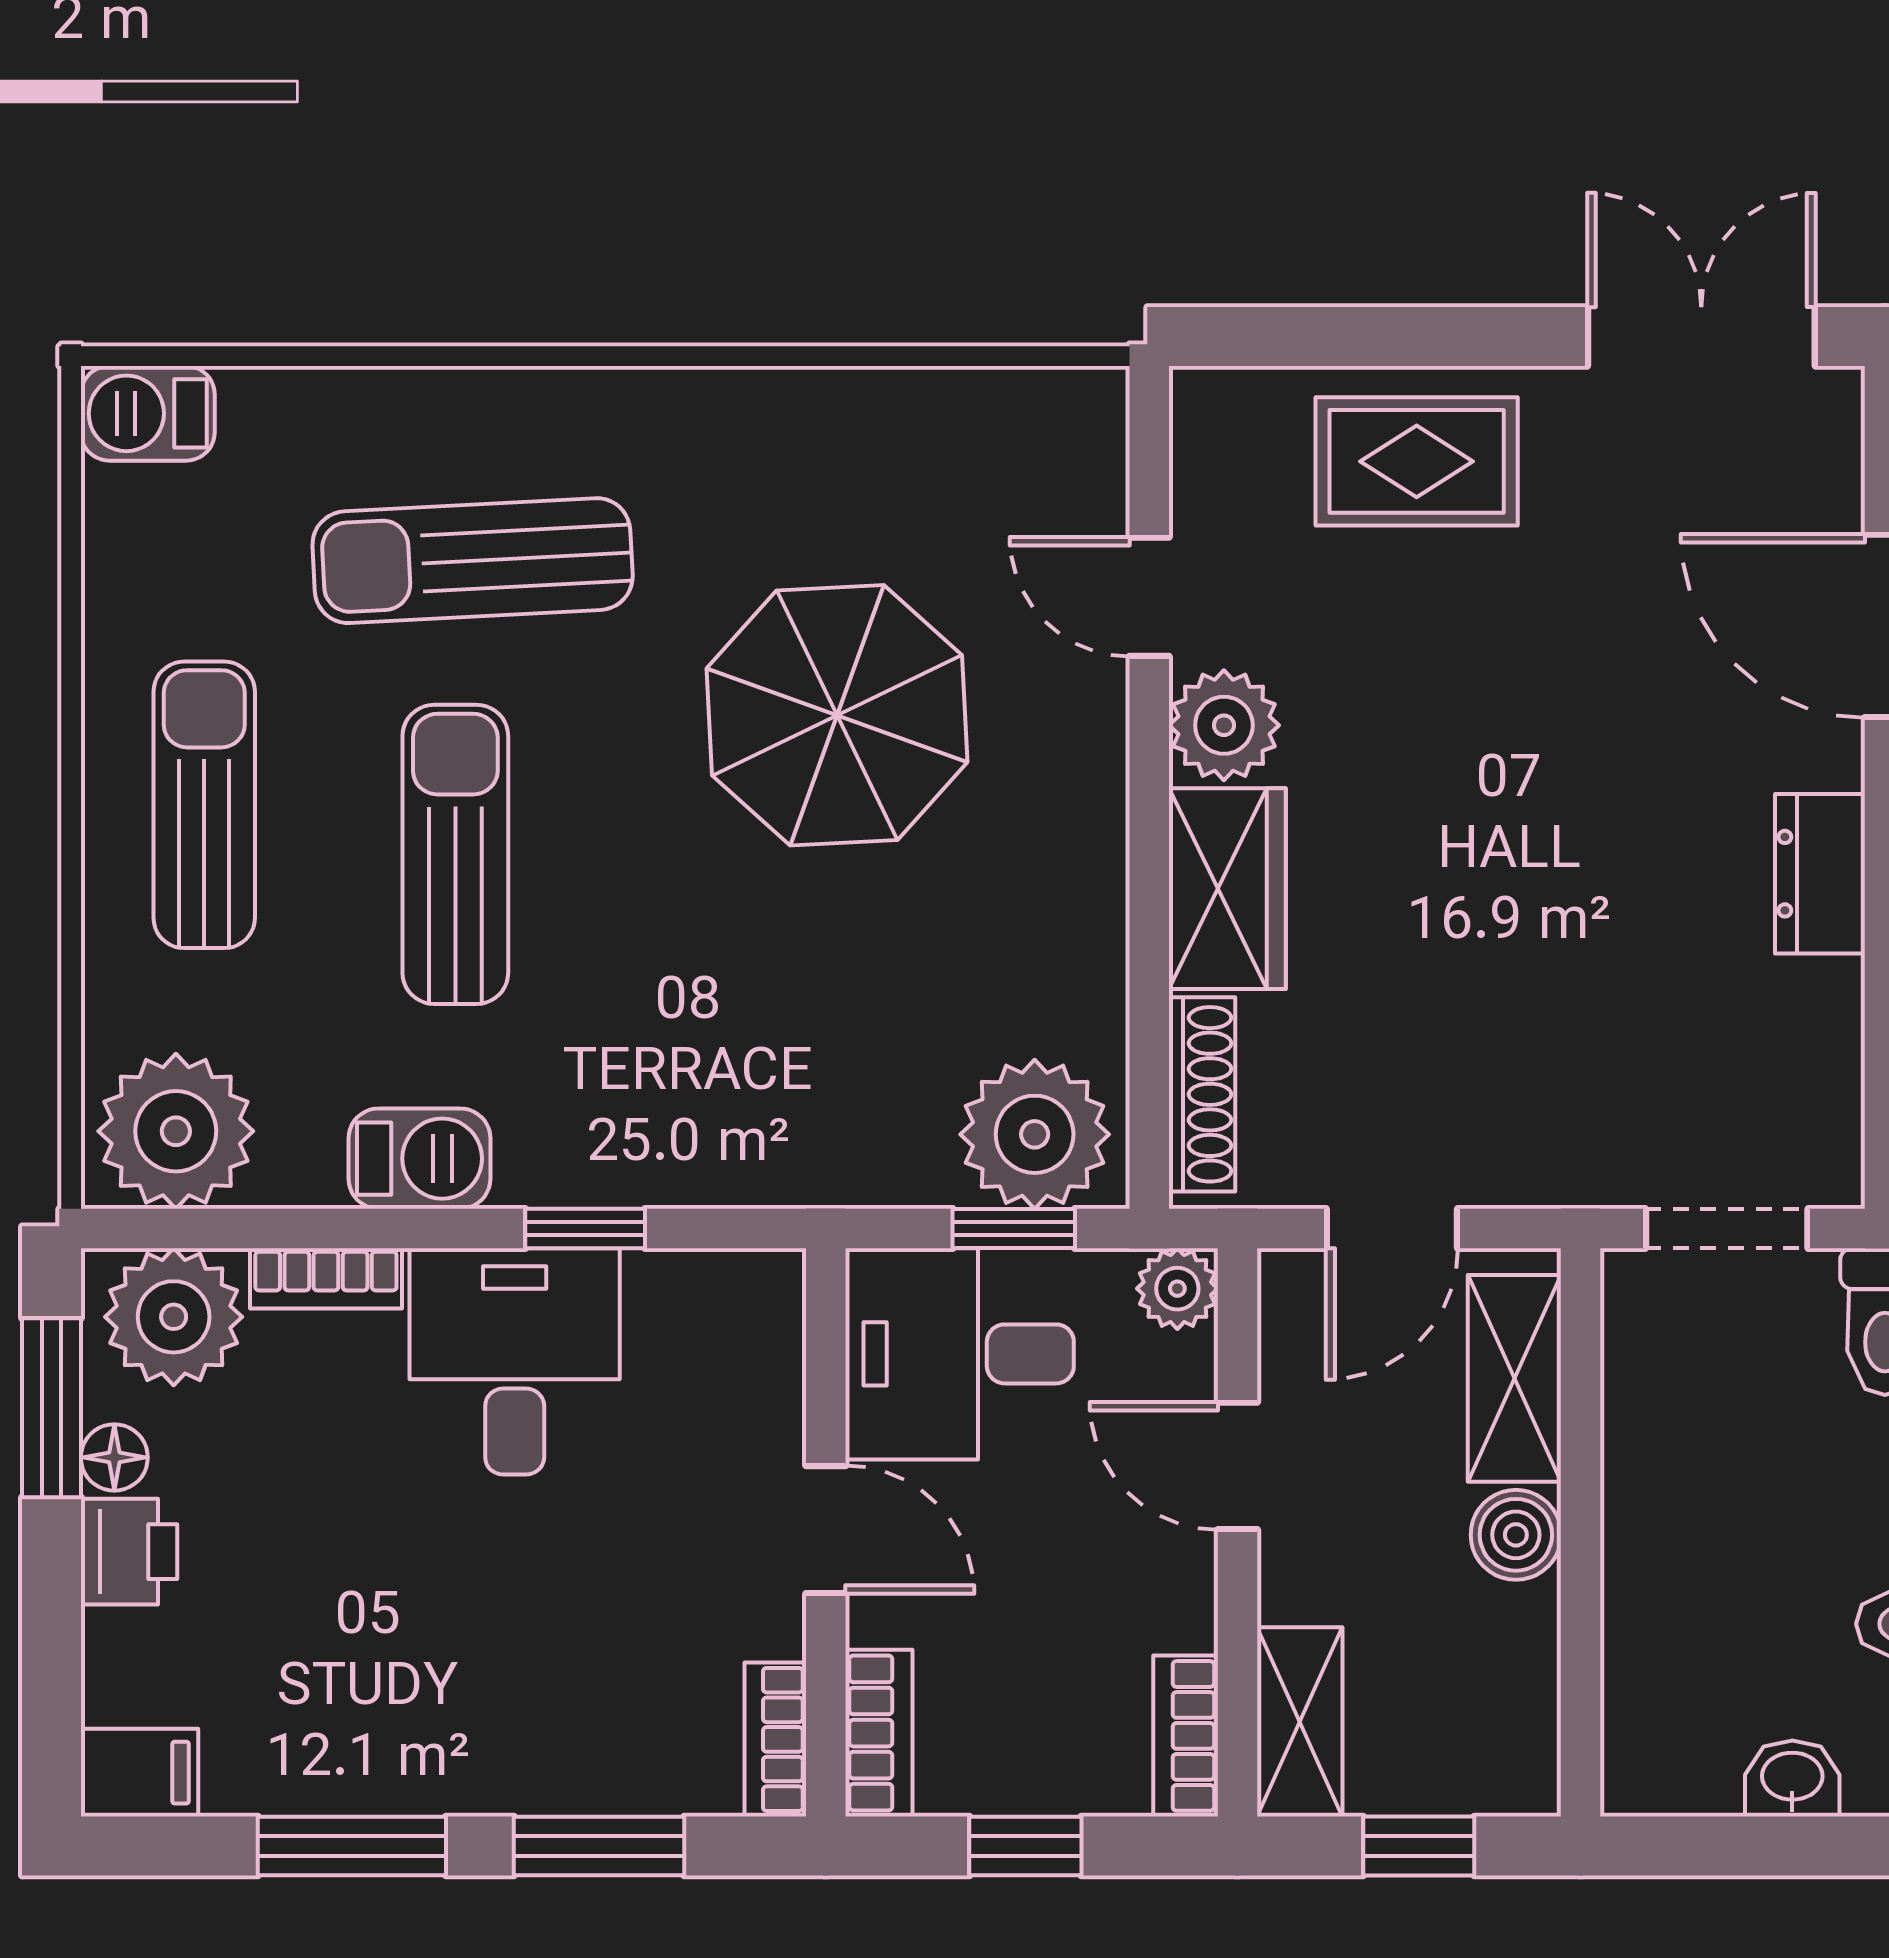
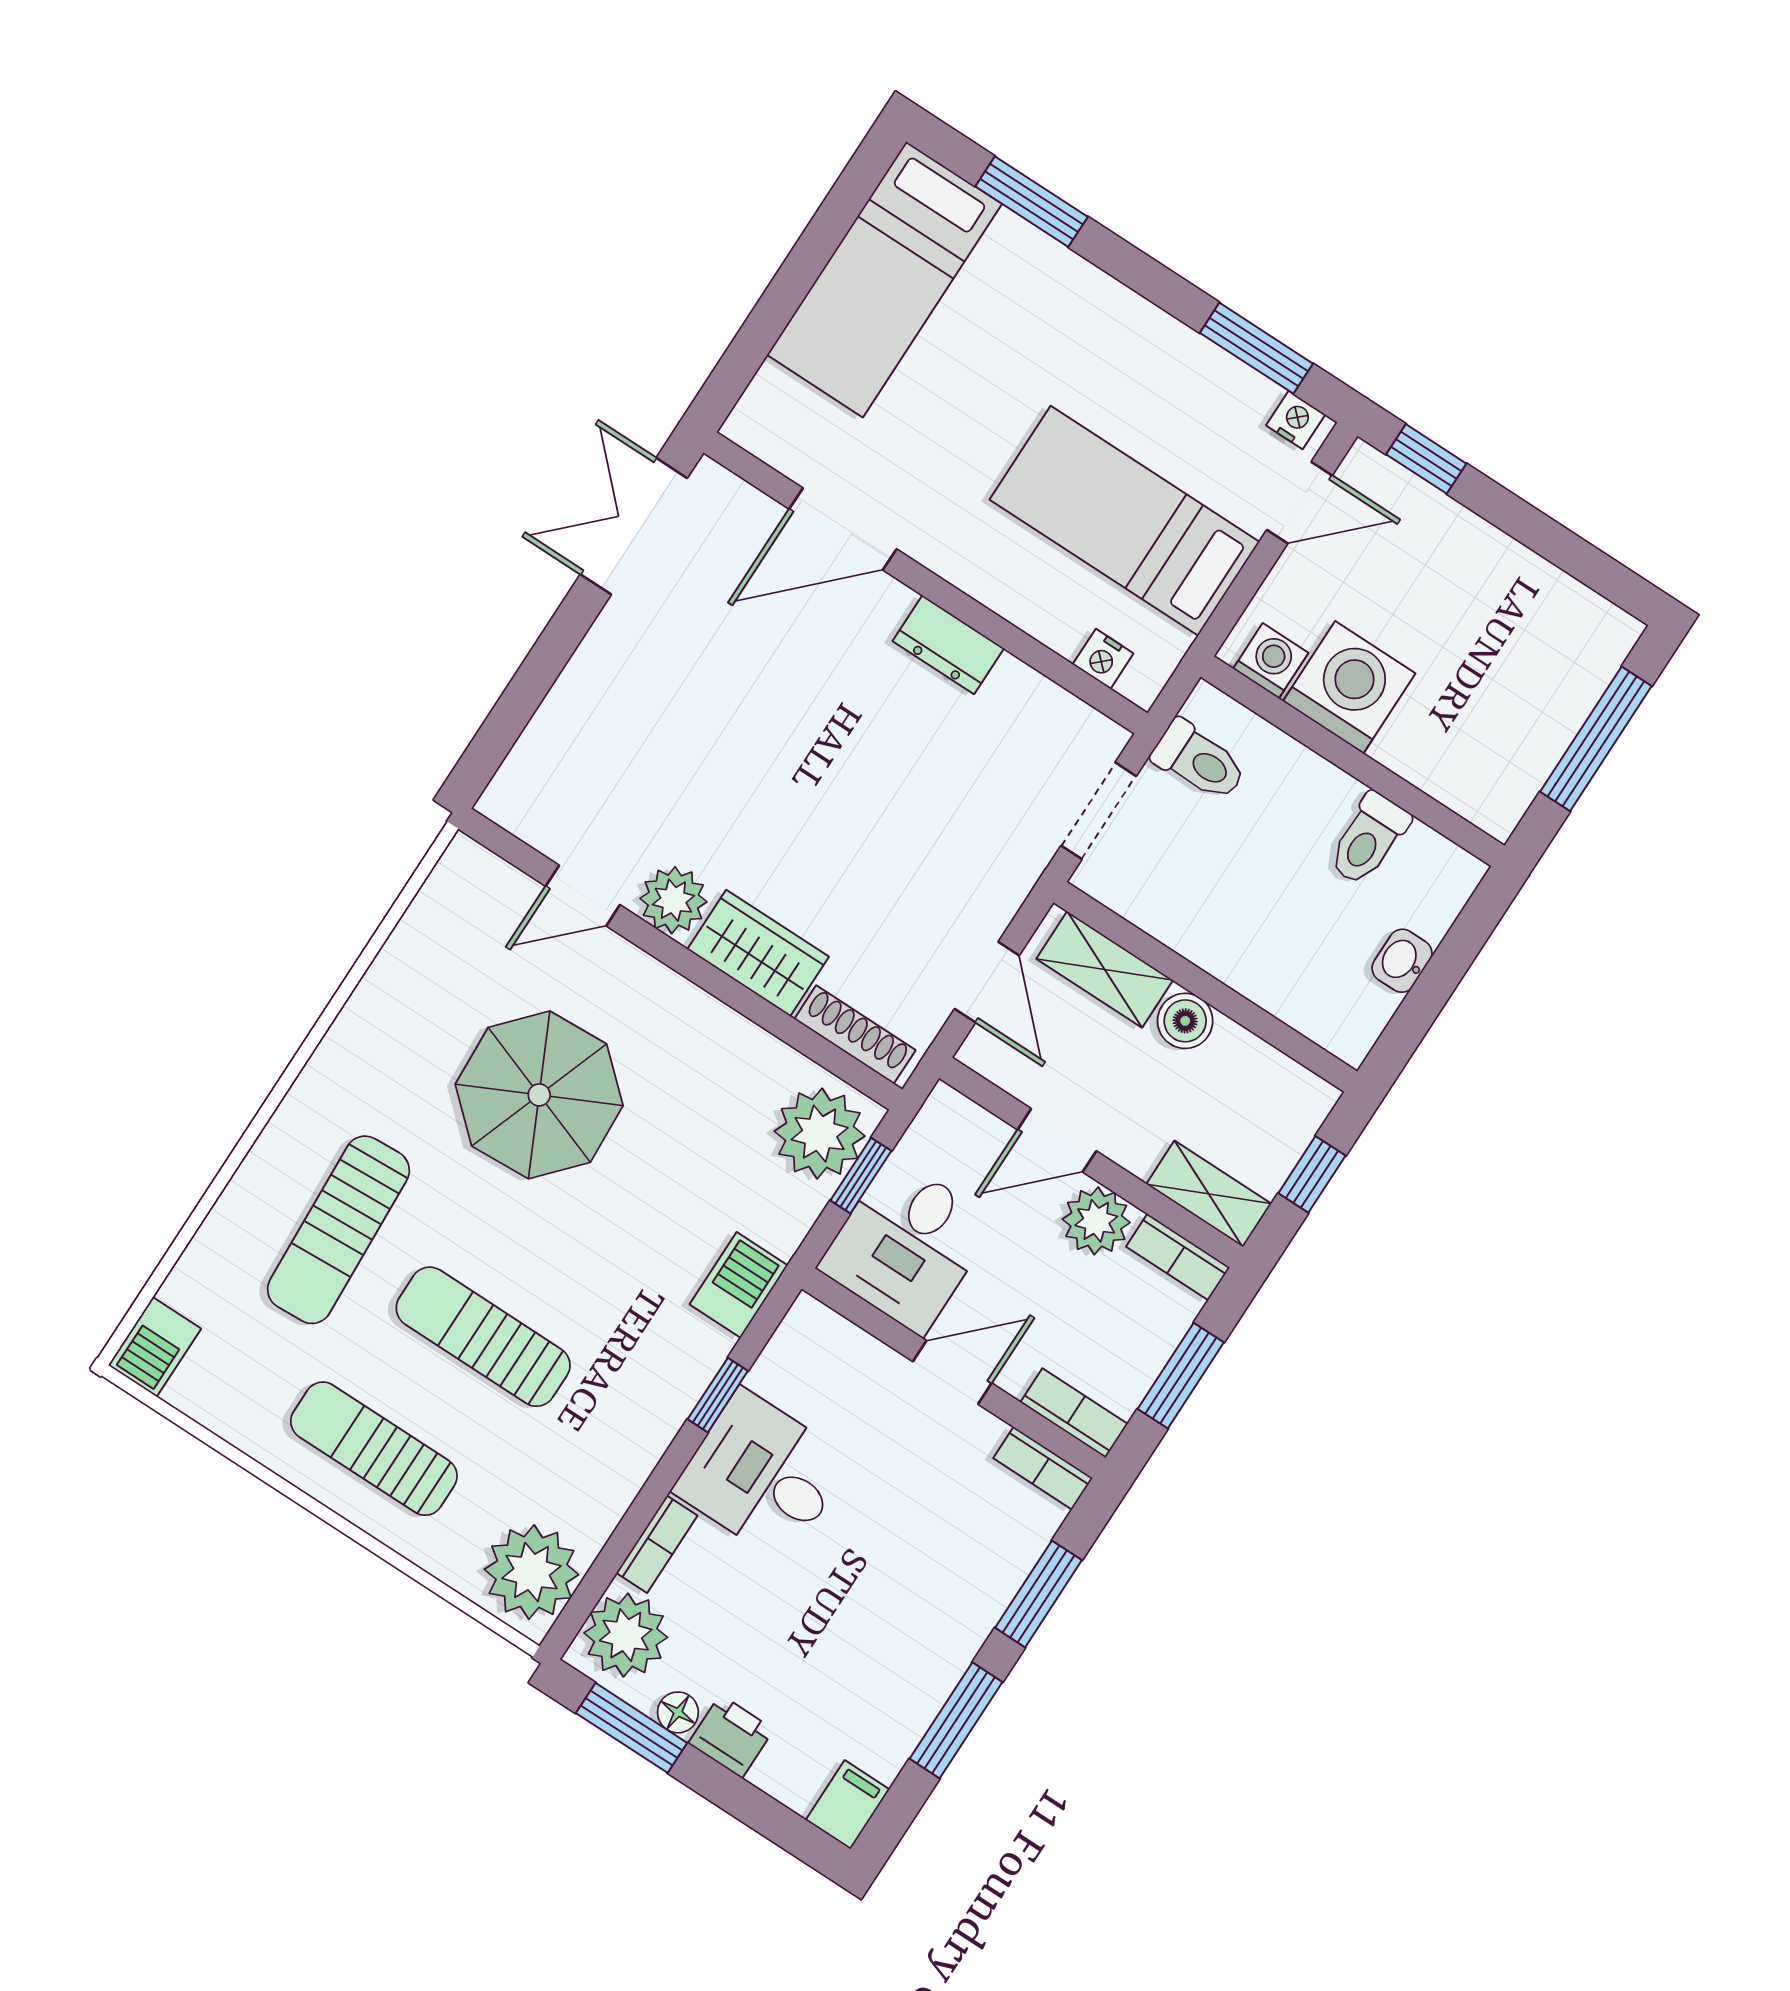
rug: (1417, 461) -> (603, 714), removed
barbecue: (419, 1159) -> (739, 1285), moved
plant: (1177, 1289) -> (1096, 1221), moved, width x1.38, depth x1.38
window: (1025, 1846) -> (1181, 1376), width x1.50

